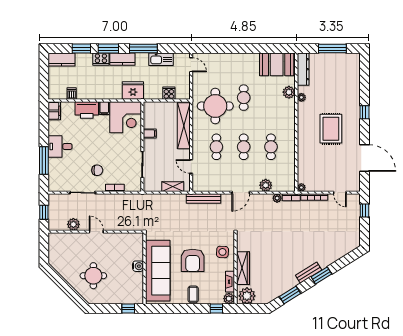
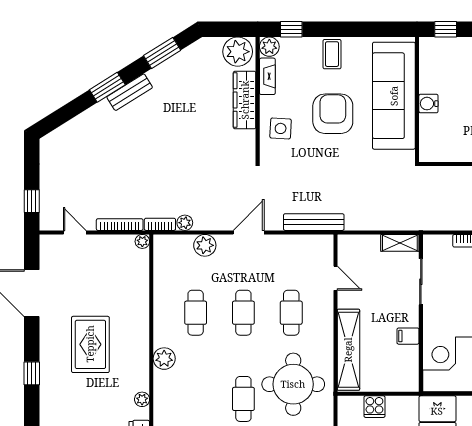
plant: (289, 92) -> (164, 359), moved
shelving: (173, 187) -> (400, 243), moved

